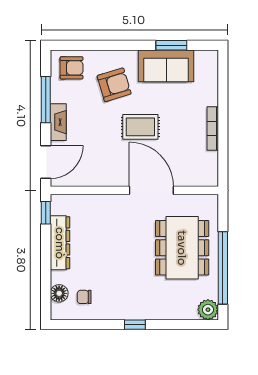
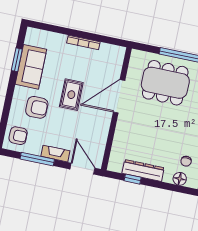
armchair: (72, 68) -> (18, 136), turned 90
armchair: (114, 85) -> (37, 107), turned 107
window: (46, 213) -> (133, 179), moved

